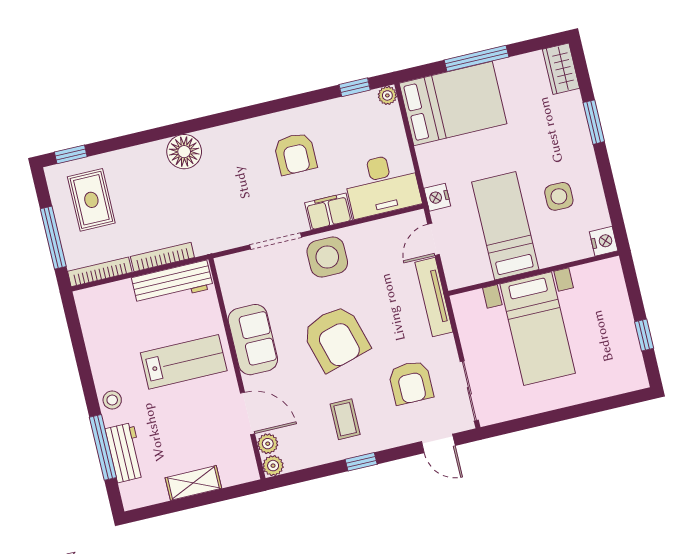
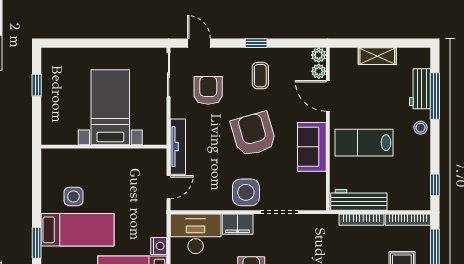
nightstand: (437, 197) -> (159, 246), moved
bed: (505, 226) -> (77, 230), moved, turned -90
nightstand: (604, 241) -> (49, 158), removed
window: (75, 328) -> (435, 185), added

